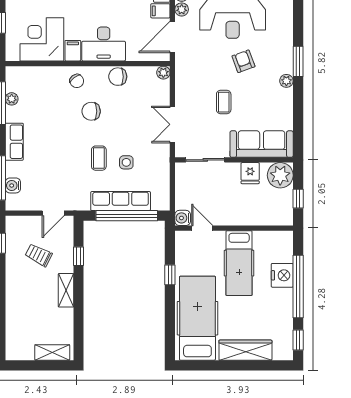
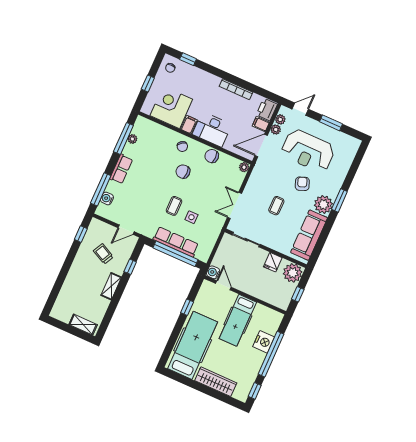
plant: (286, 81) -> (323, 205), width x1.88, depth x1.88
sofa: (262, 144) -> (309, 235), moved, turned -90

